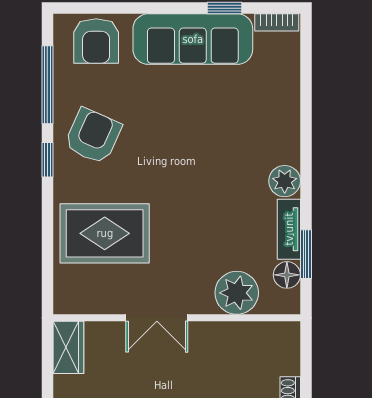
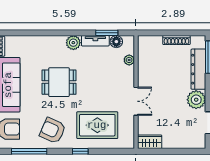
dining table: (199, 150) -> (59, 82), added
window: (47, 160) -> (80, 151), moved
rug: (105, 233) -> (97, 125), turned 90
plant: (237, 293) -> (129, 60), width x0.53, depth x0.53

